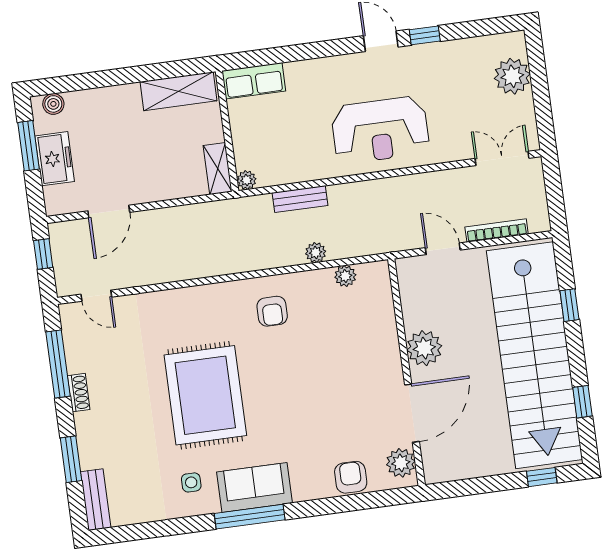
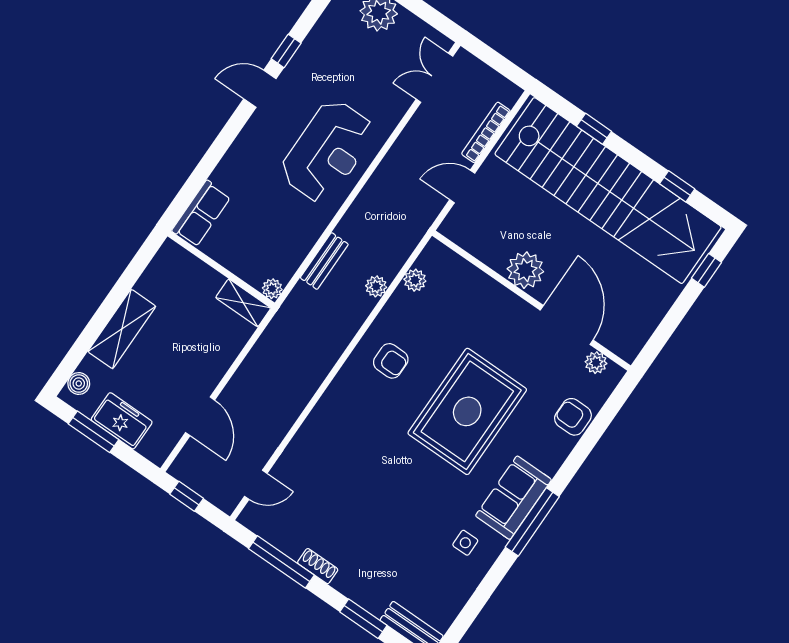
shelving: (178, 91) -> (122, 329), moved
rug: (205, 395) -> (467, 411), moved, turned 90
plant: (401, 463) -> (596, 363), width x0.73, depth x0.73

